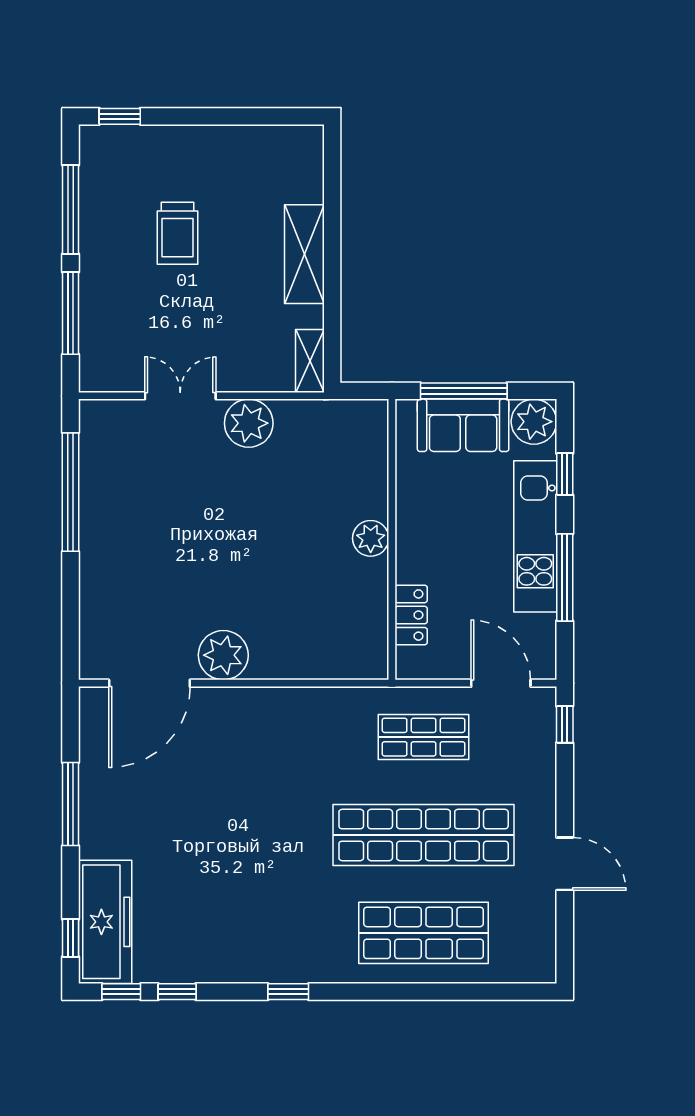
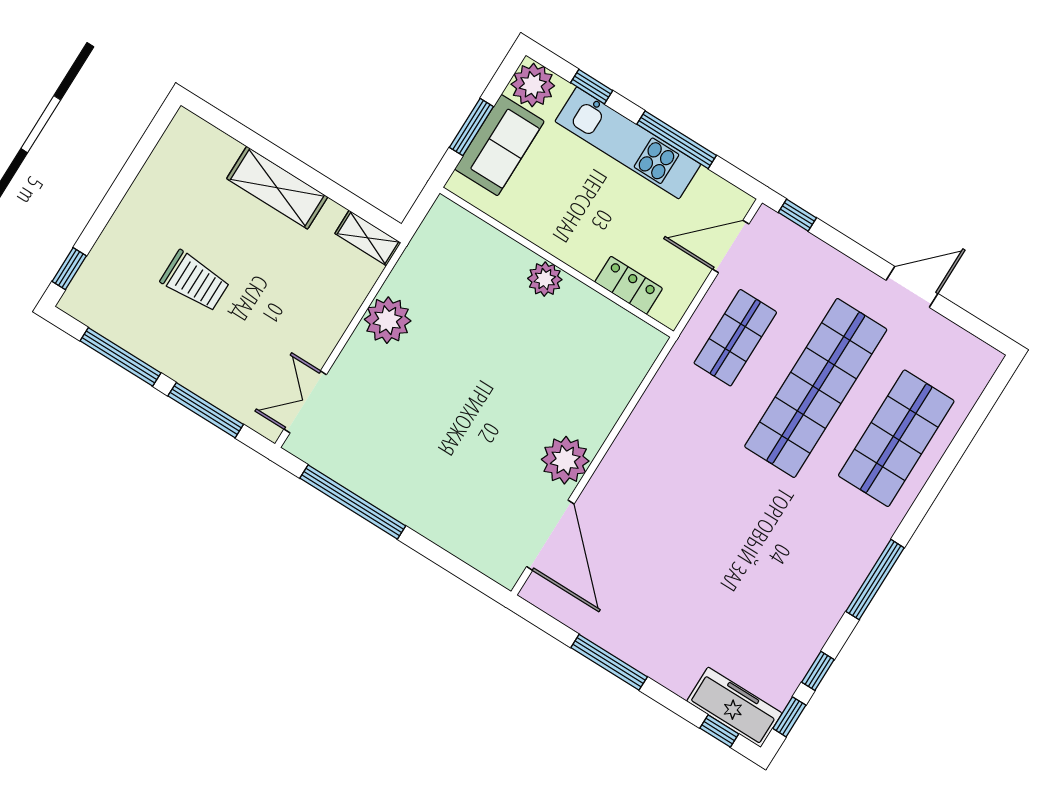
window: (464, 391) -> (471, 127), width x0.69
double door: (180, 396) -> (305, 402), moved
freezer: (105, 922) -> (734, 707), width x0.73, depth x0.79
window: (288, 992) -> (875, 580), width x2.17

